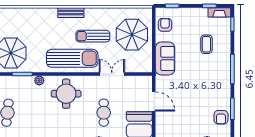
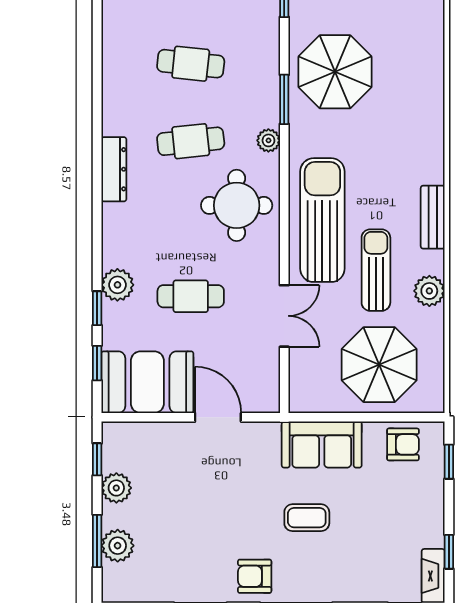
plant: (101, 14) -> (429, 291), added
coffee table: (206, 44) -> (307, 518), moved
sun lounger: (72, 58) -> (322, 220), turned 180
door: (154, 101) -> (218, 417), swing flipped
cafe table: (40, 113) -> (191, 141), added
armchair: (221, 117) -> (255, 576), moved

